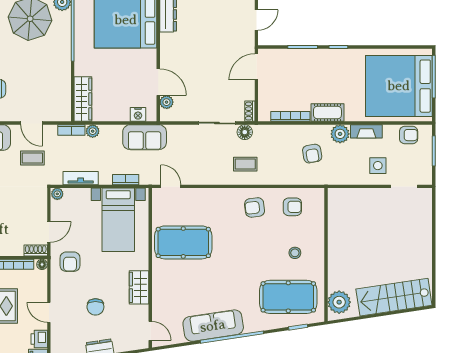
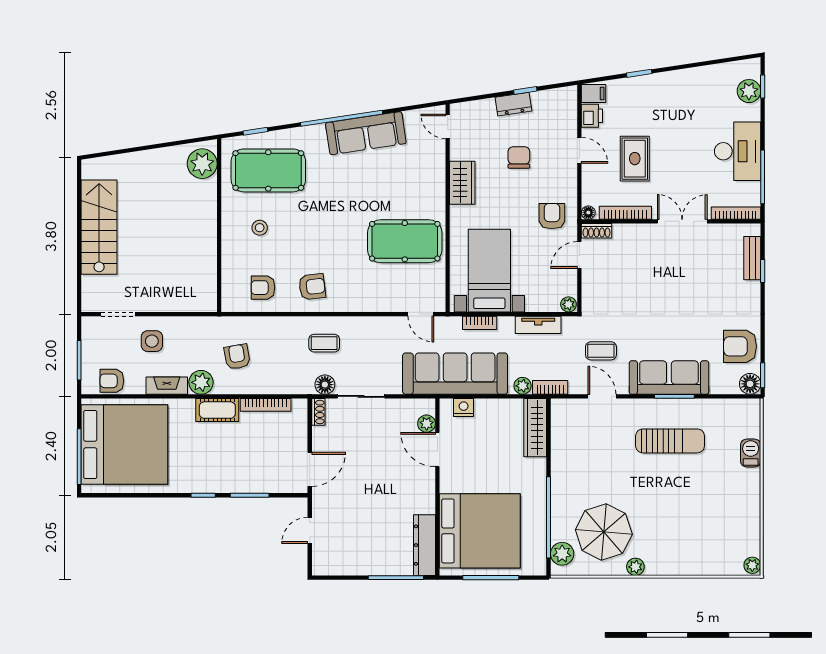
sofa: (145, 137) -> (455, 374), width x1.85, depth x1.27
stairs: (394, 297) -> (99, 227), moved, turned -81

